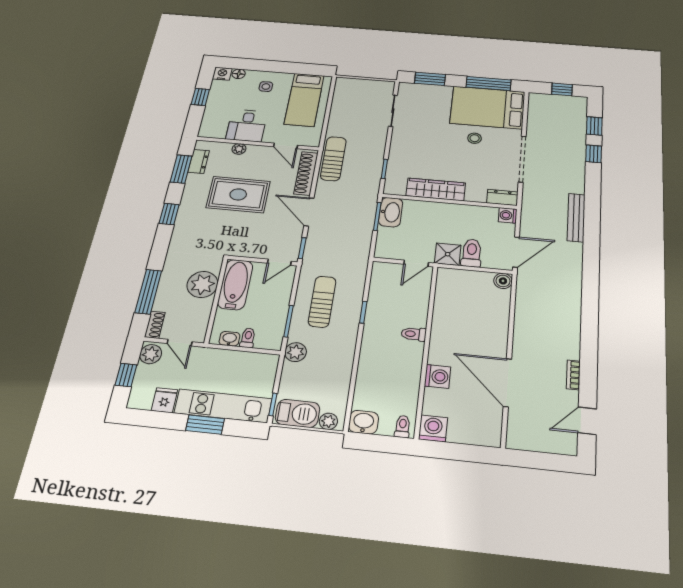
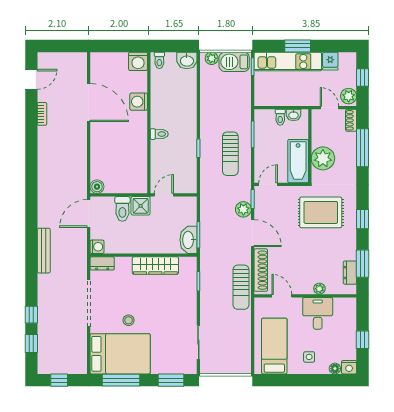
rug: (238, 194) -> (321, 212), moved
plant: (296, 352) -> (243, 209), moved

